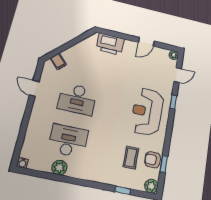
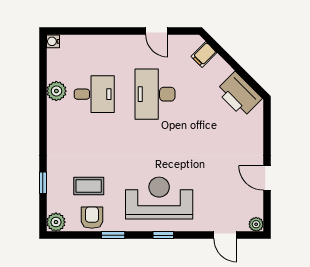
printer: (110, 44) -> (239, 94), moved, turned -45
door: (34, 88) -> (157, 31), swing flipped
window: (173, 102) -> (163, 235), moved
desk: (68, 141) -> (94, 94), width x0.73
window: (164, 164) -> (113, 235), moved

